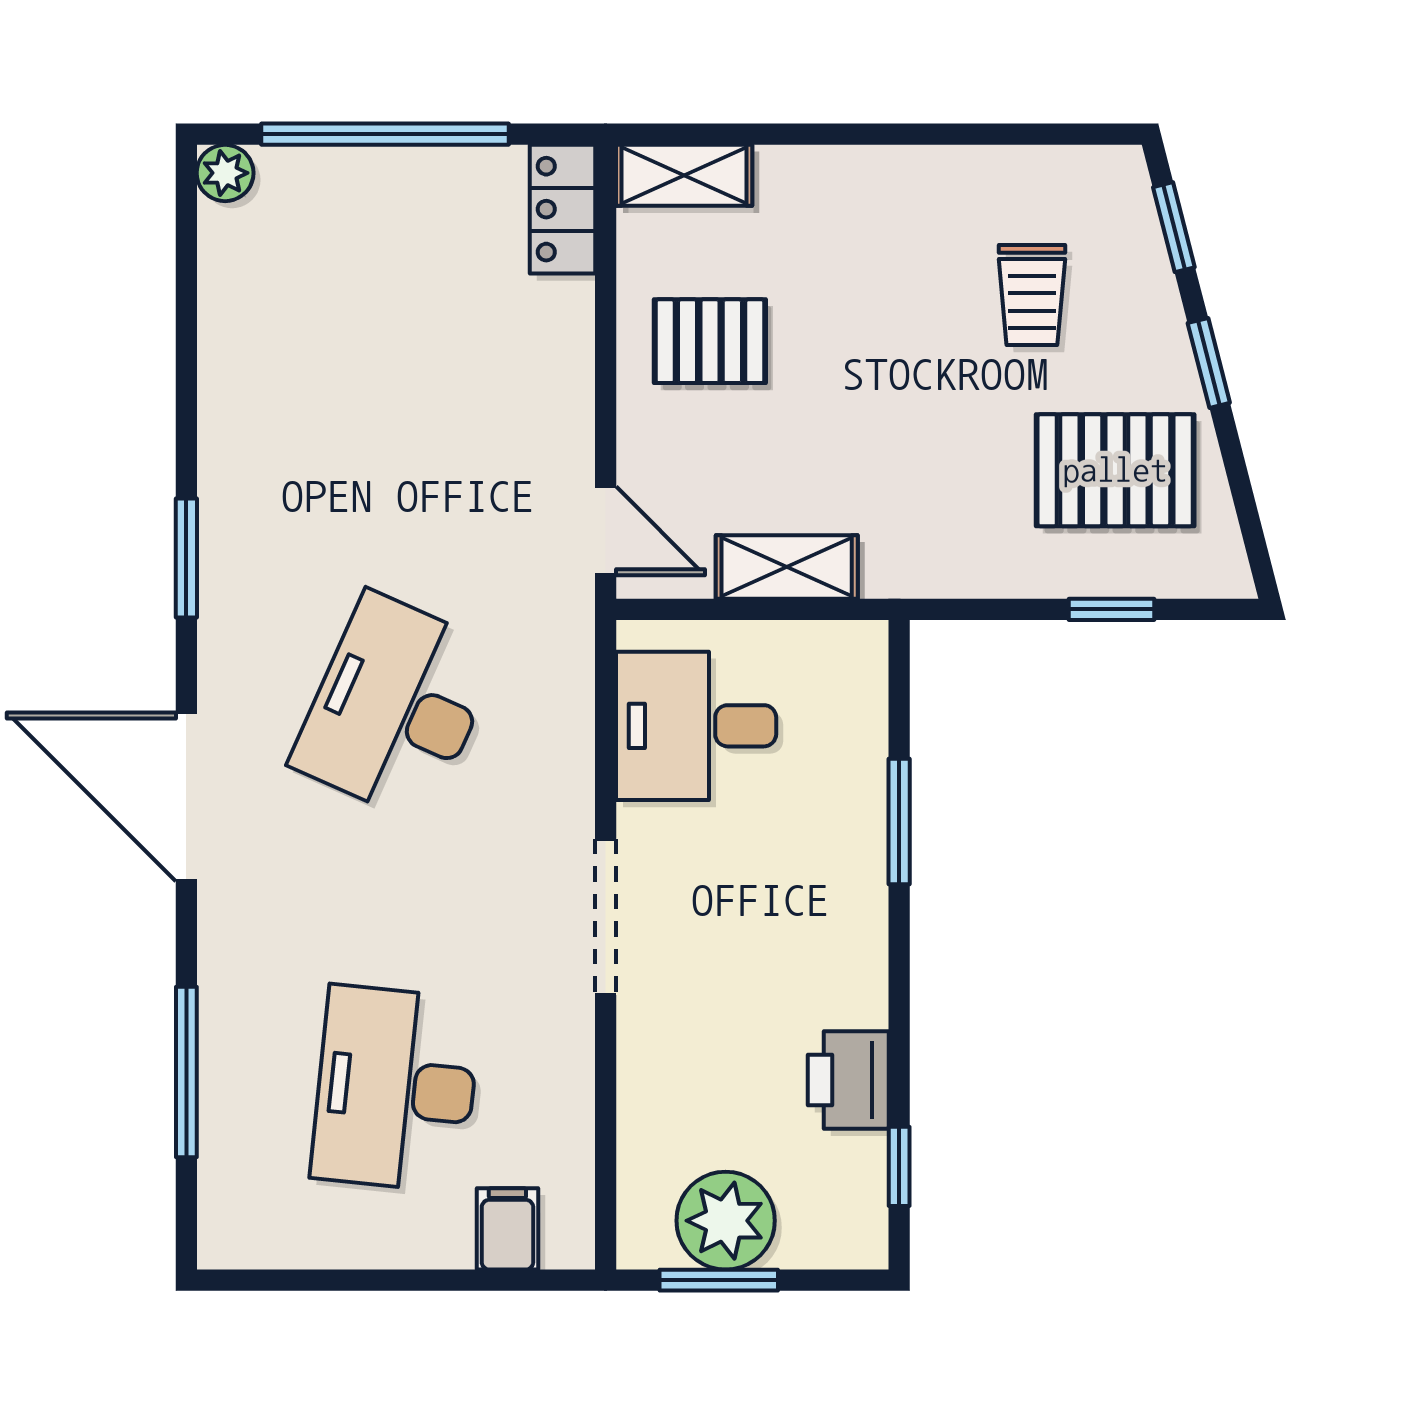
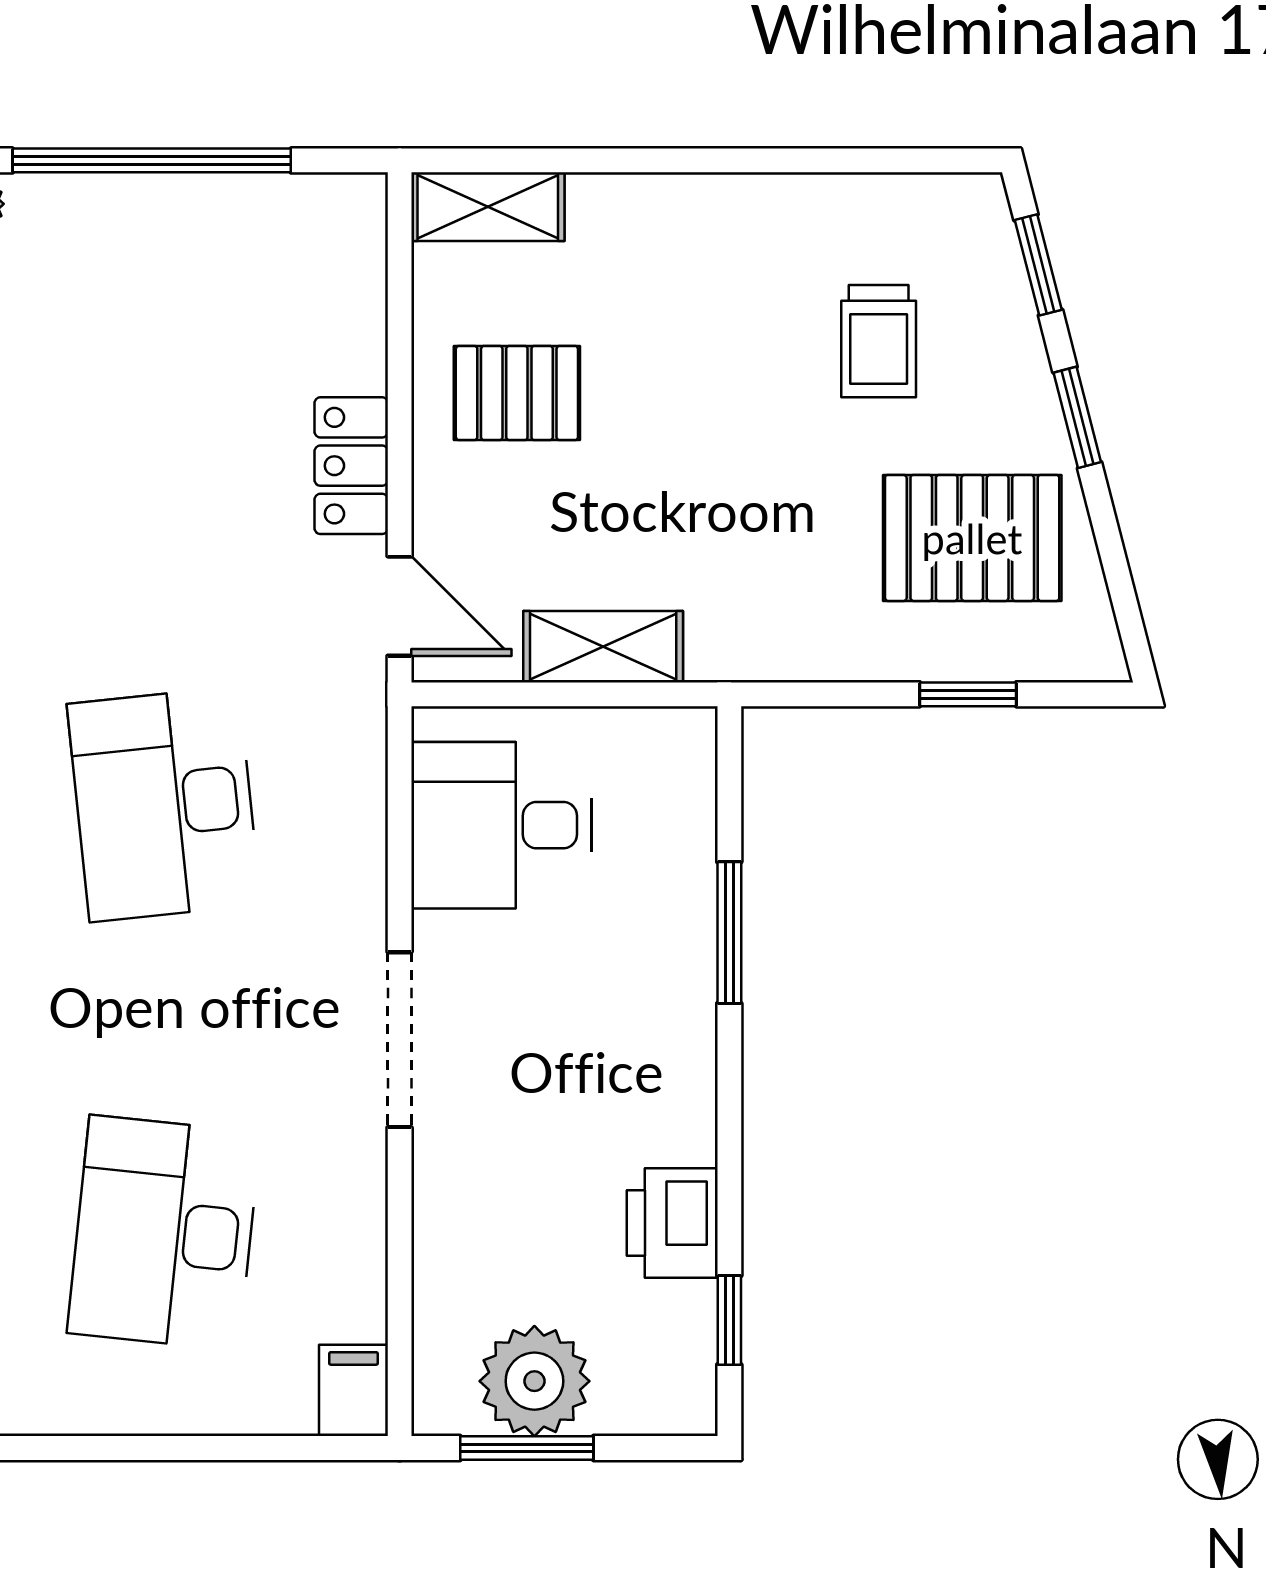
locker: (563, 209) -> (351, 466), moved
desk: (396, 707) -> (164, 804), turned -30
filing cabinet: (507, 1229) -> (353, 1390), moved

